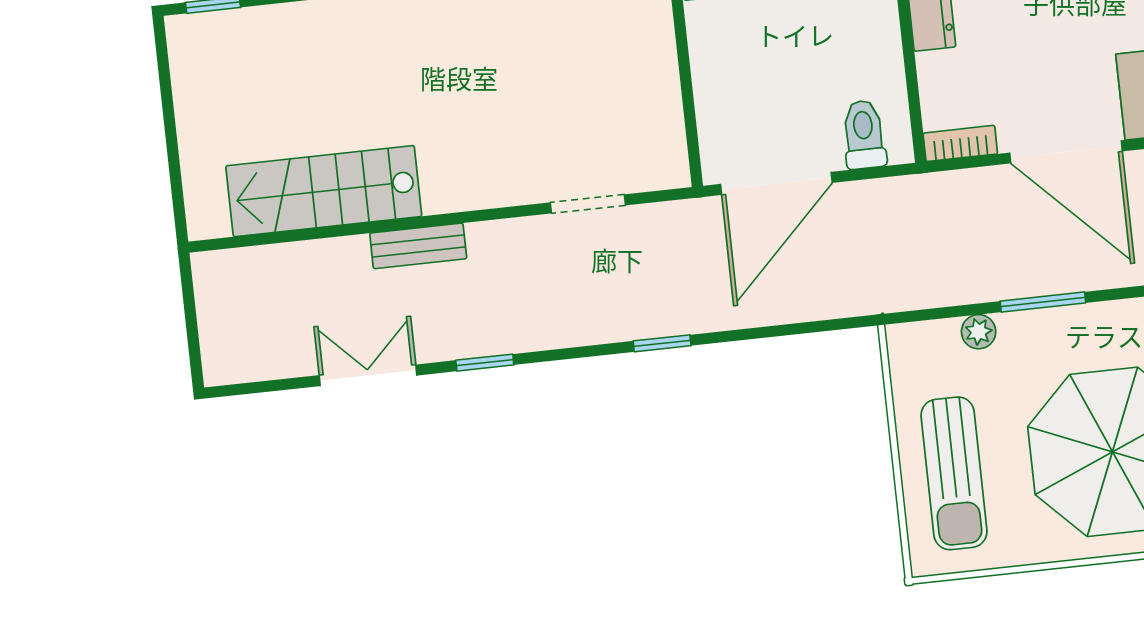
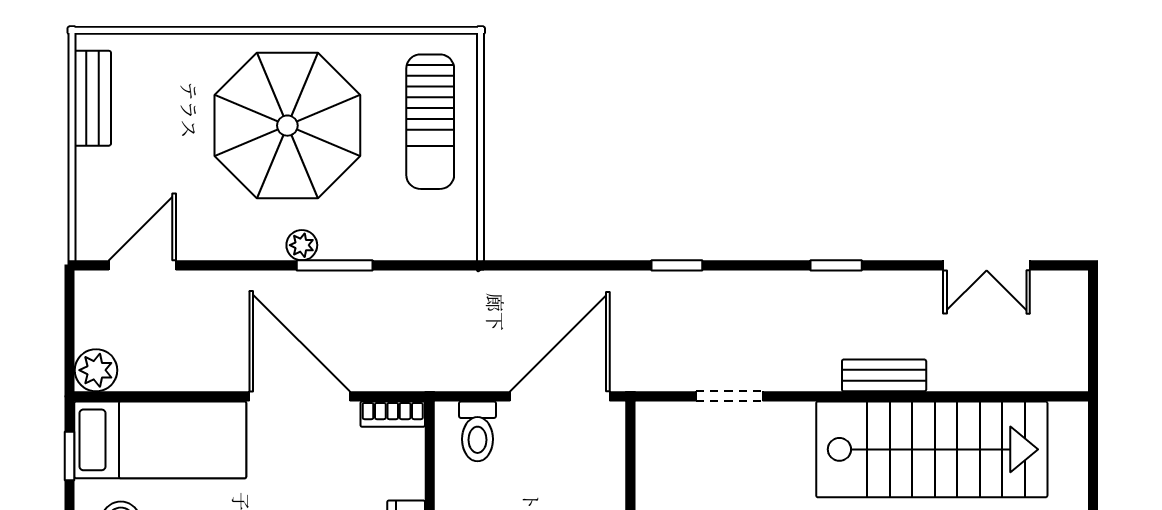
stairs: (324, 191) -> (932, 449), width x1.36, depth x1.51
plant: (979, 332) -> (302, 245), moved
double door: (368, 375) -> (987, 265), moved
sun lounger: (954, 473) -> (430, 122), turned 180

